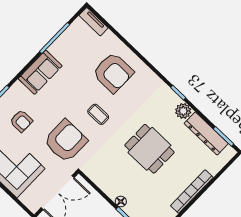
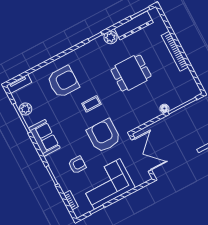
plant: (67, 39) -> (25, 109), added

